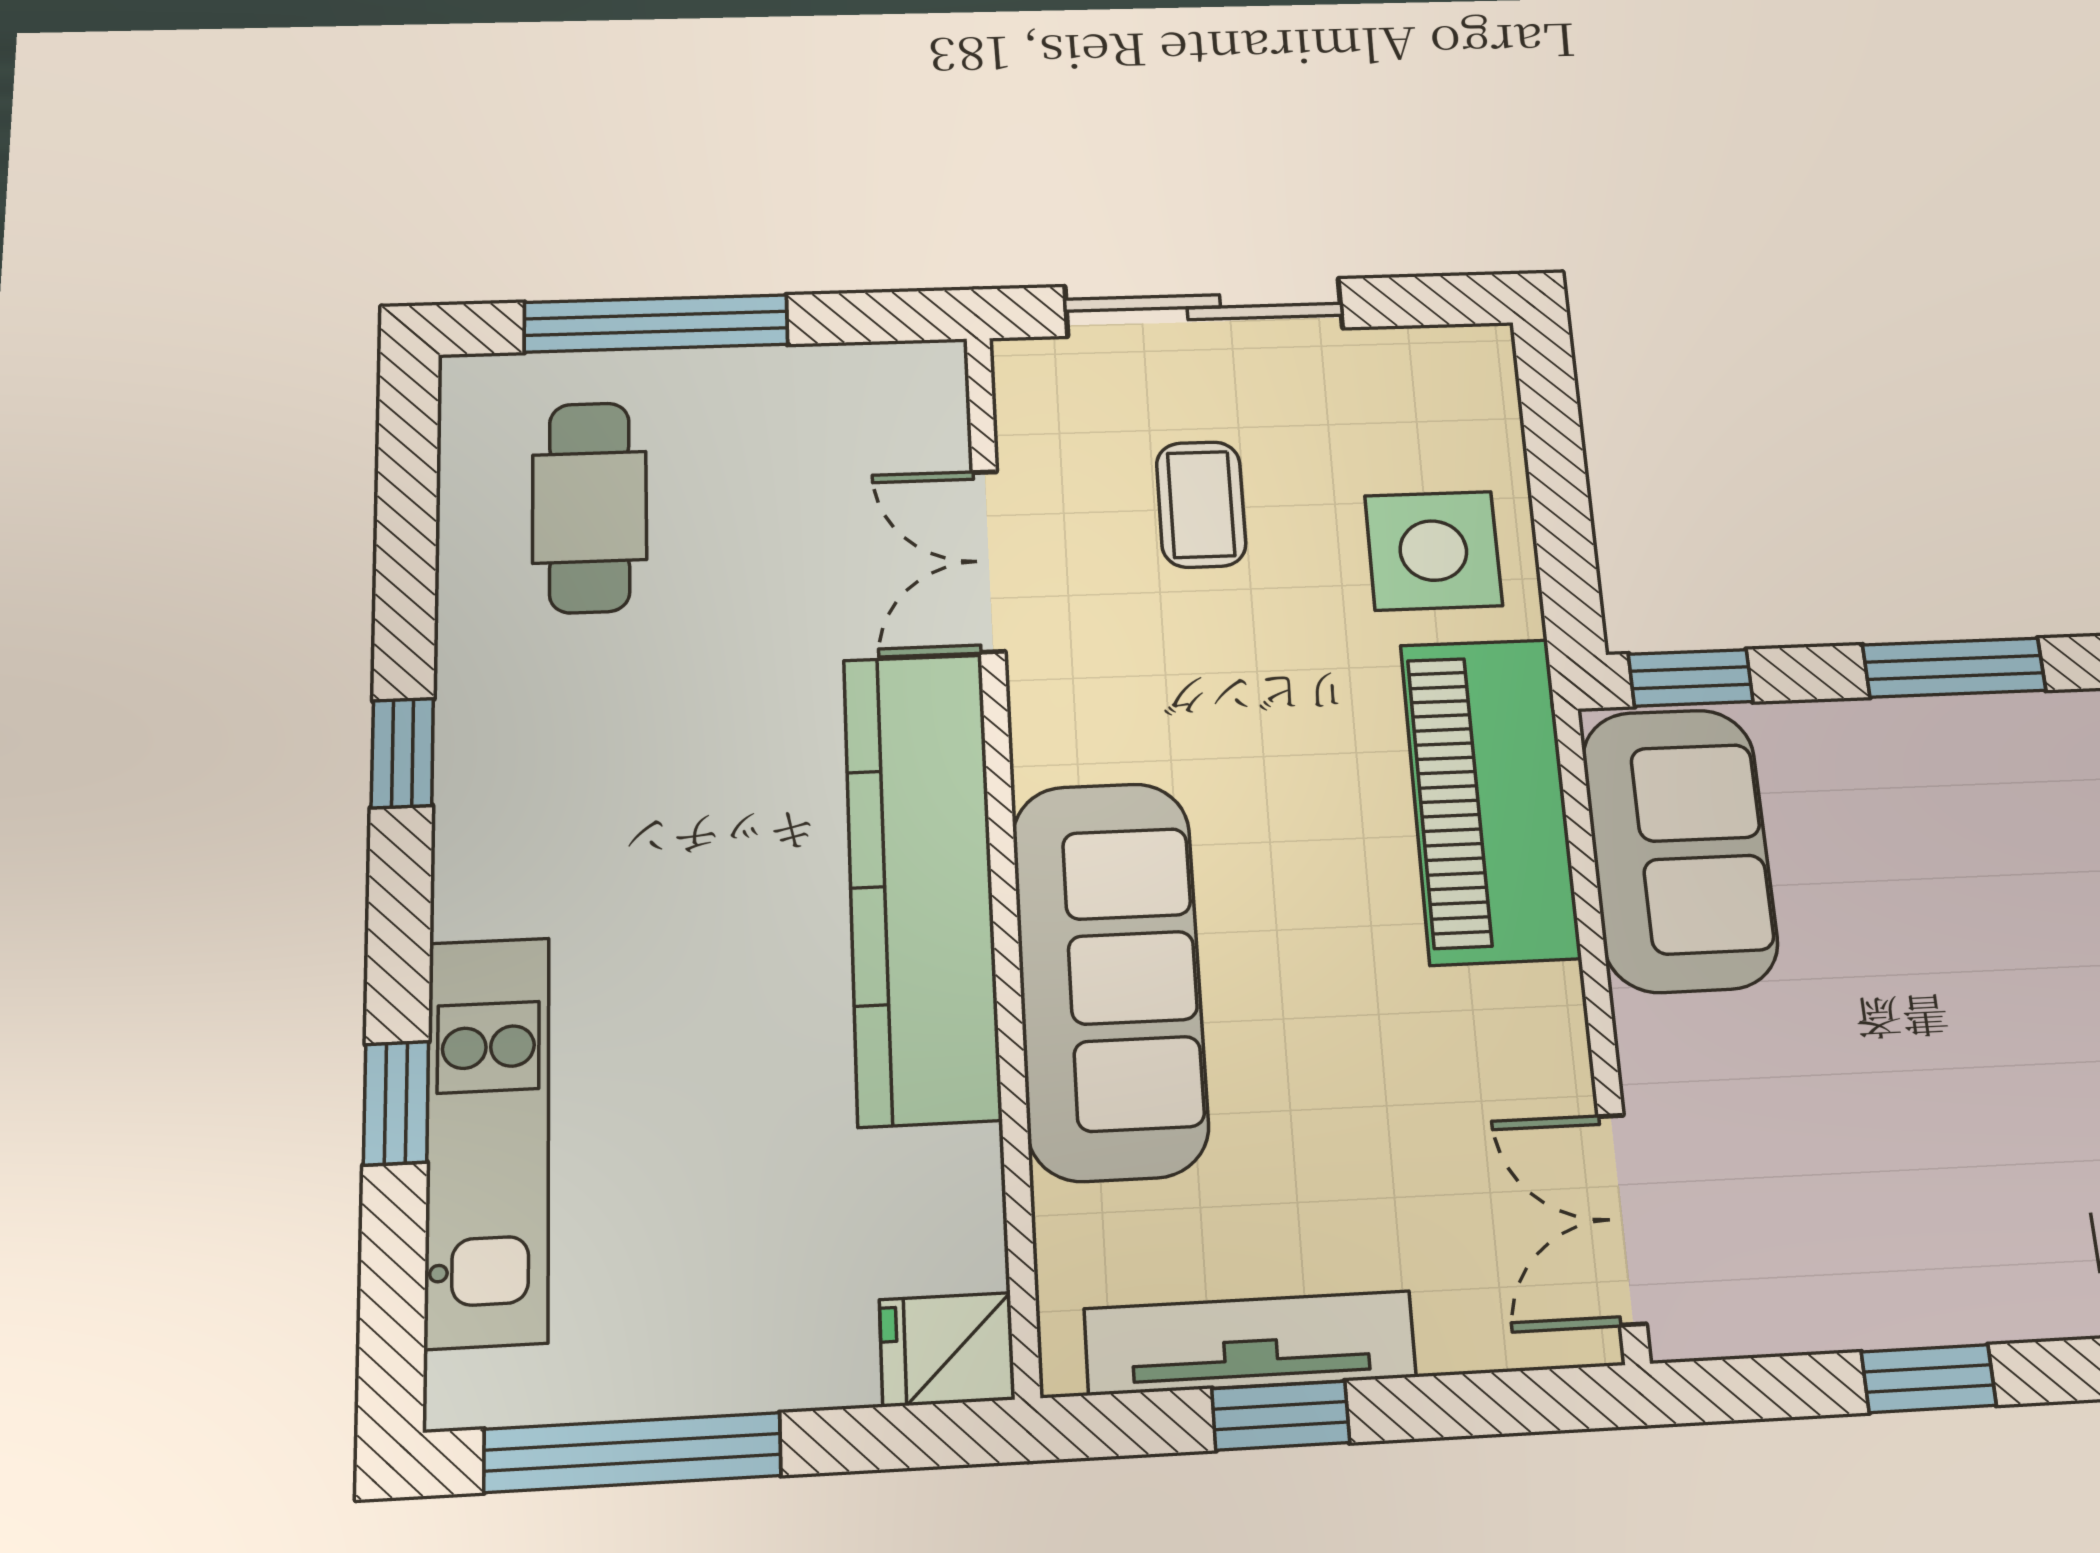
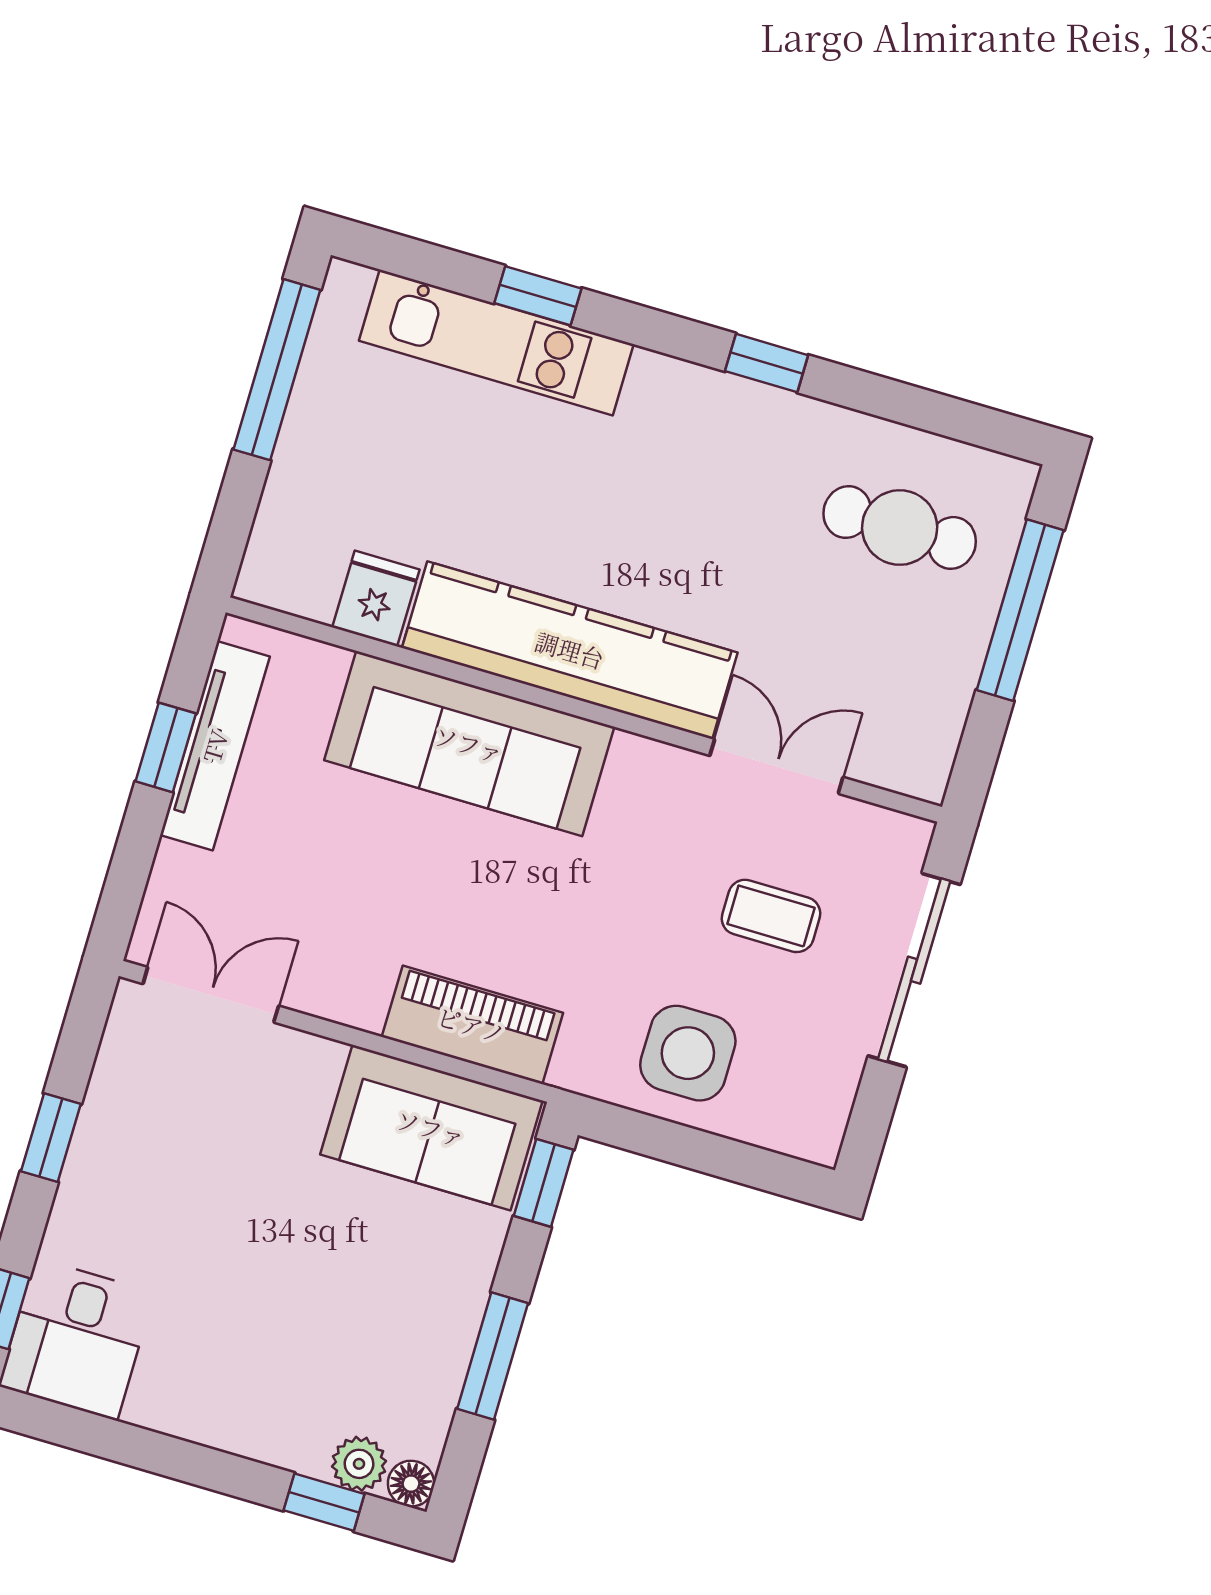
piano: (1490, 800) -> (472, 1025), width x0.73, depth x0.75
fridge: (947, 1349) -> (376, 598), moved

